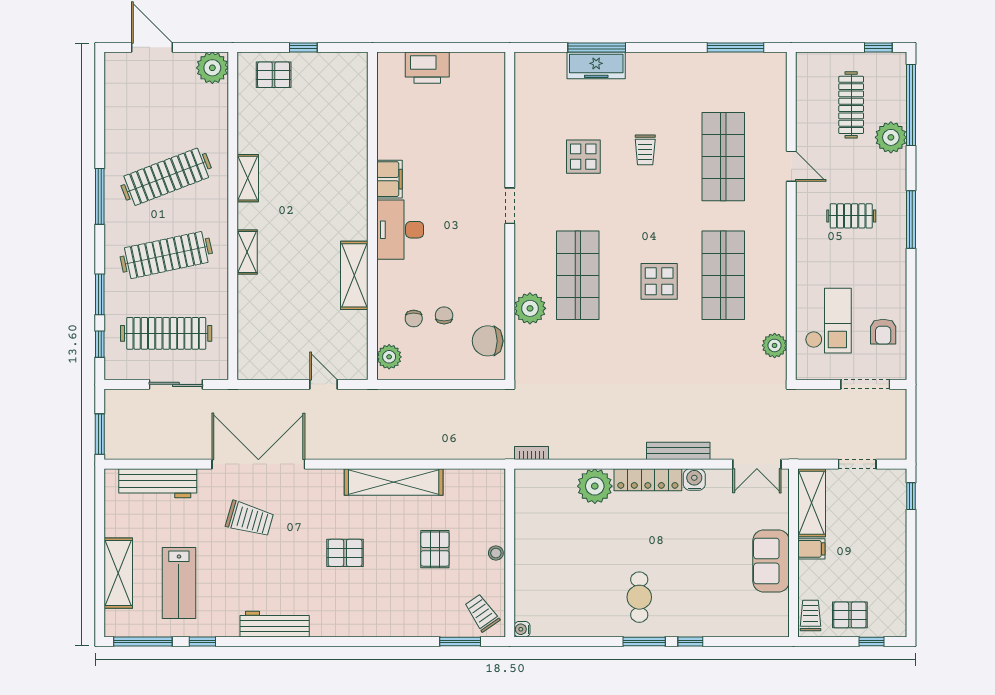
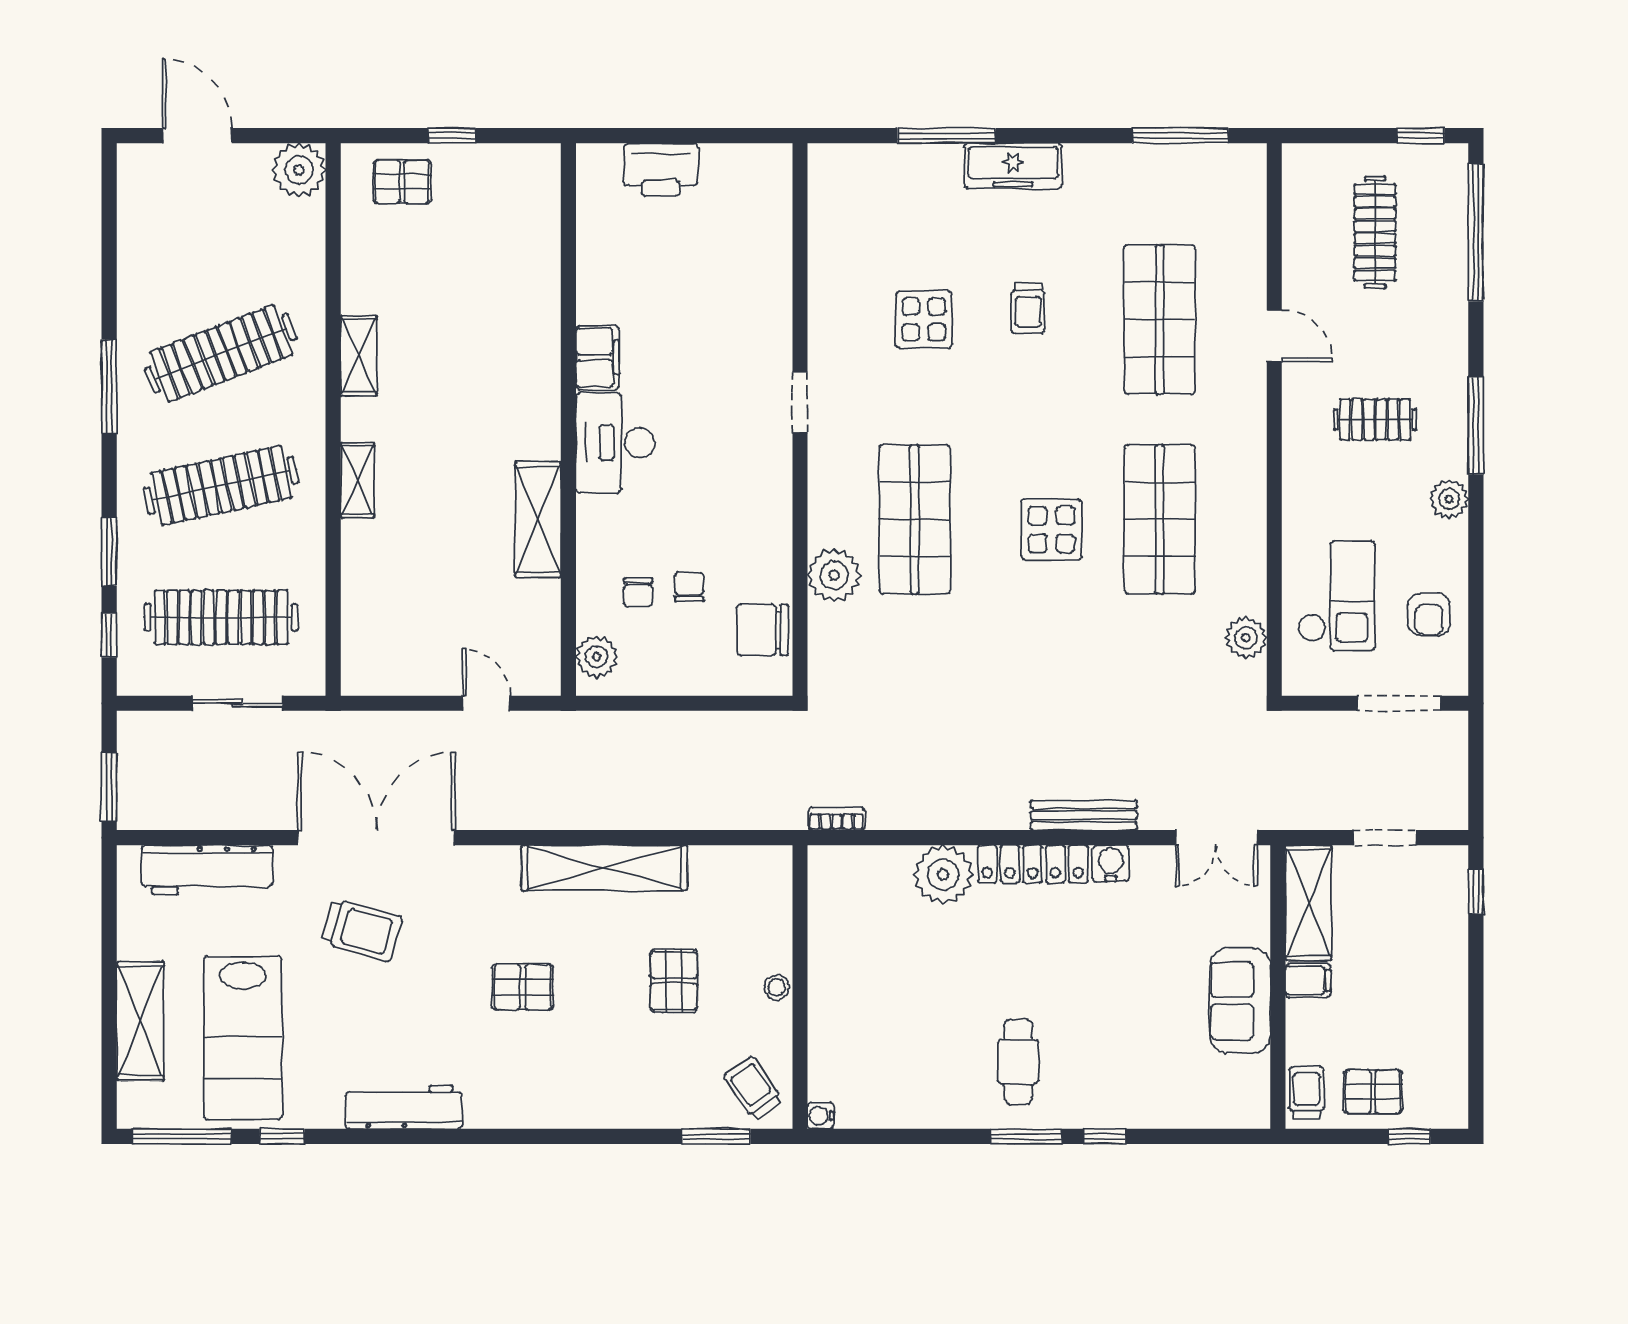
freezer: (596, 65) -> (1013, 166), moved
plant: (891, 137) -> (1449, 499), moved, width x0.73, depth x0.73
lab bench: (179, 583) -> (243, 1038), width x1.36, depth x1.39

